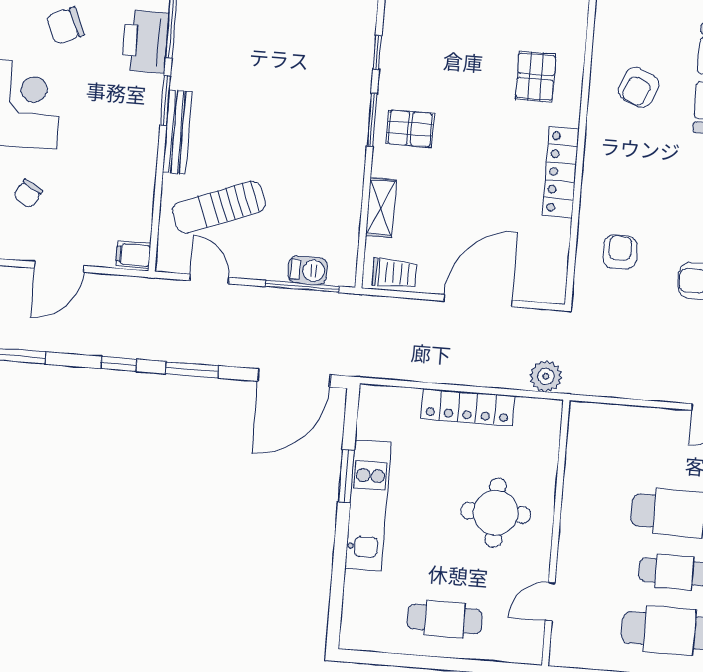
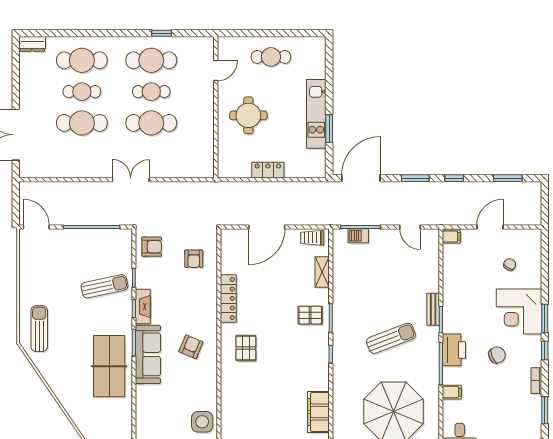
bench: (177, 132) -> (433, 309), width x0.73
sun lounger: (219, 207) -> (391, 338), moved
plant: (546, 376) -> (228, 190), removed
locker: (468, 407) -> (268, 170), width x0.66

